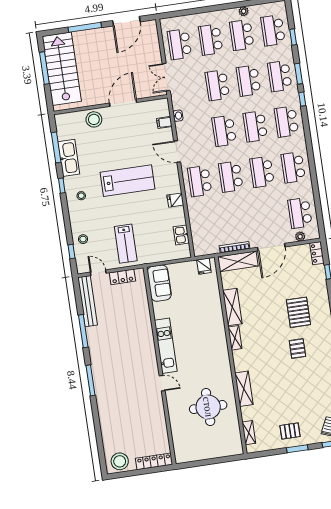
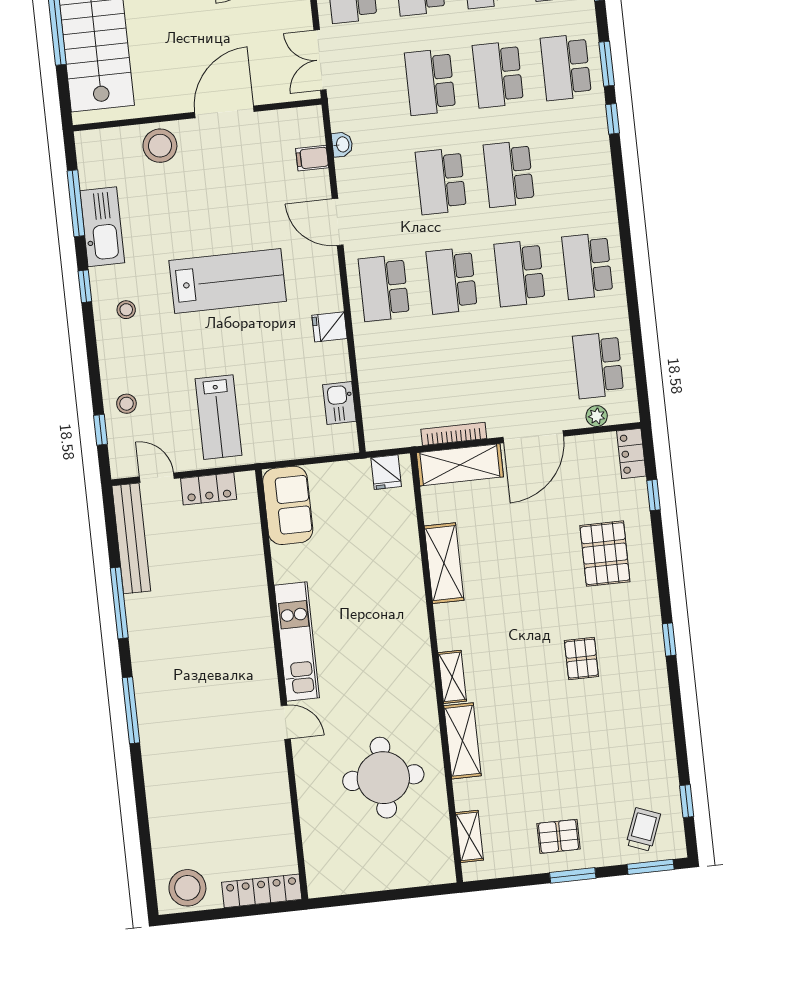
school desk: (286, 122) -> (577, 167), removed
pallet: (298, 312) -> (605, 554), moved
shelving: (235, 338) -> (452, 677), moved

